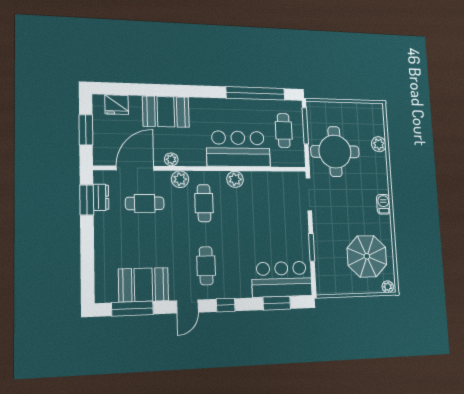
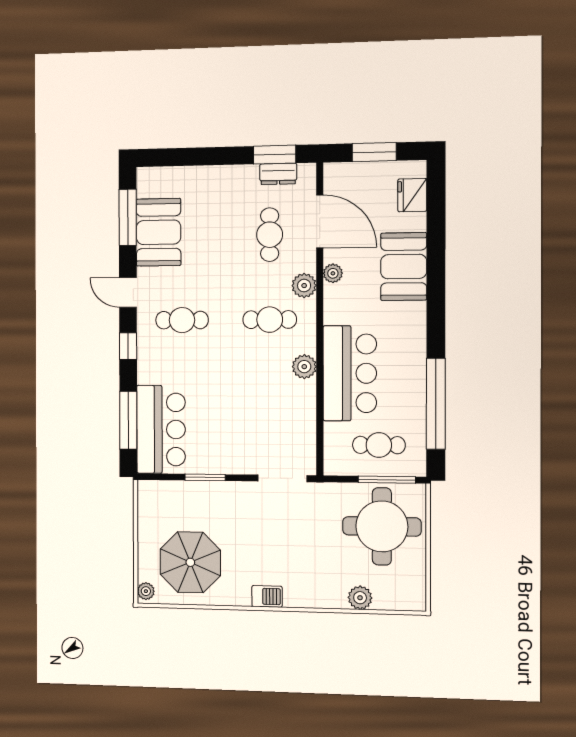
round table: (335, 152) -> (382, 526), moved
window: (277, 303) -> (128, 420), width x1.44

